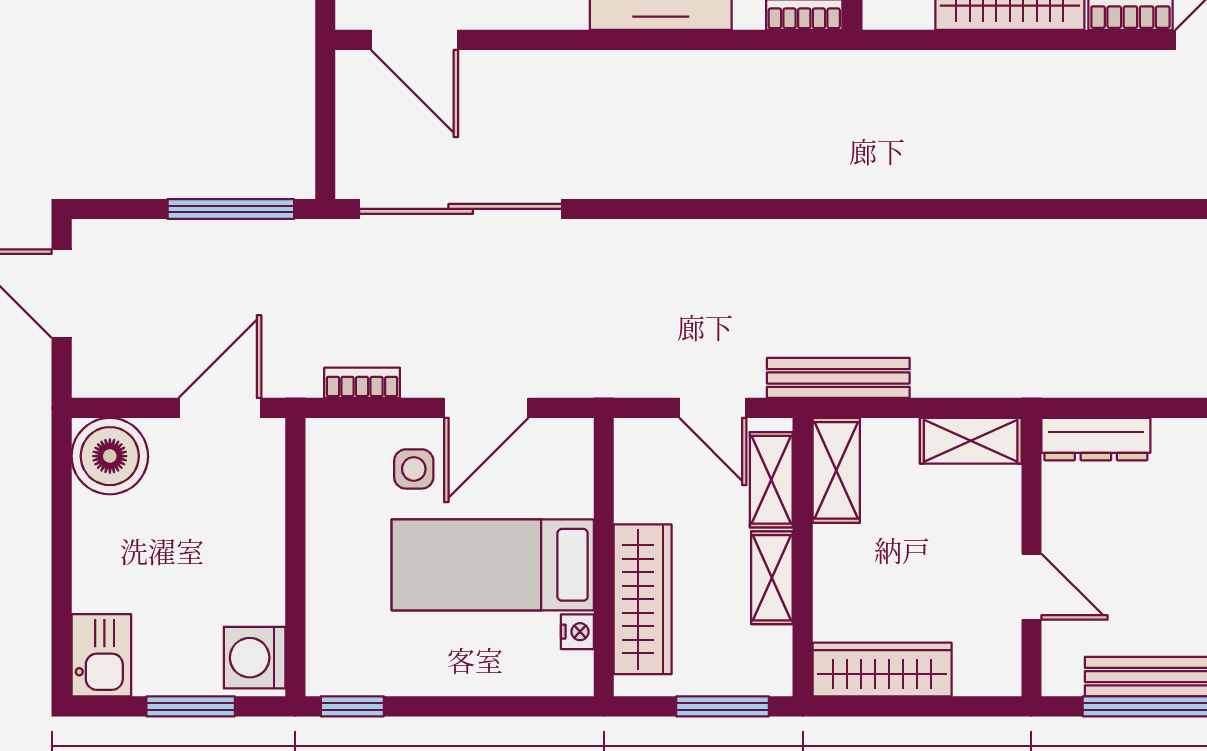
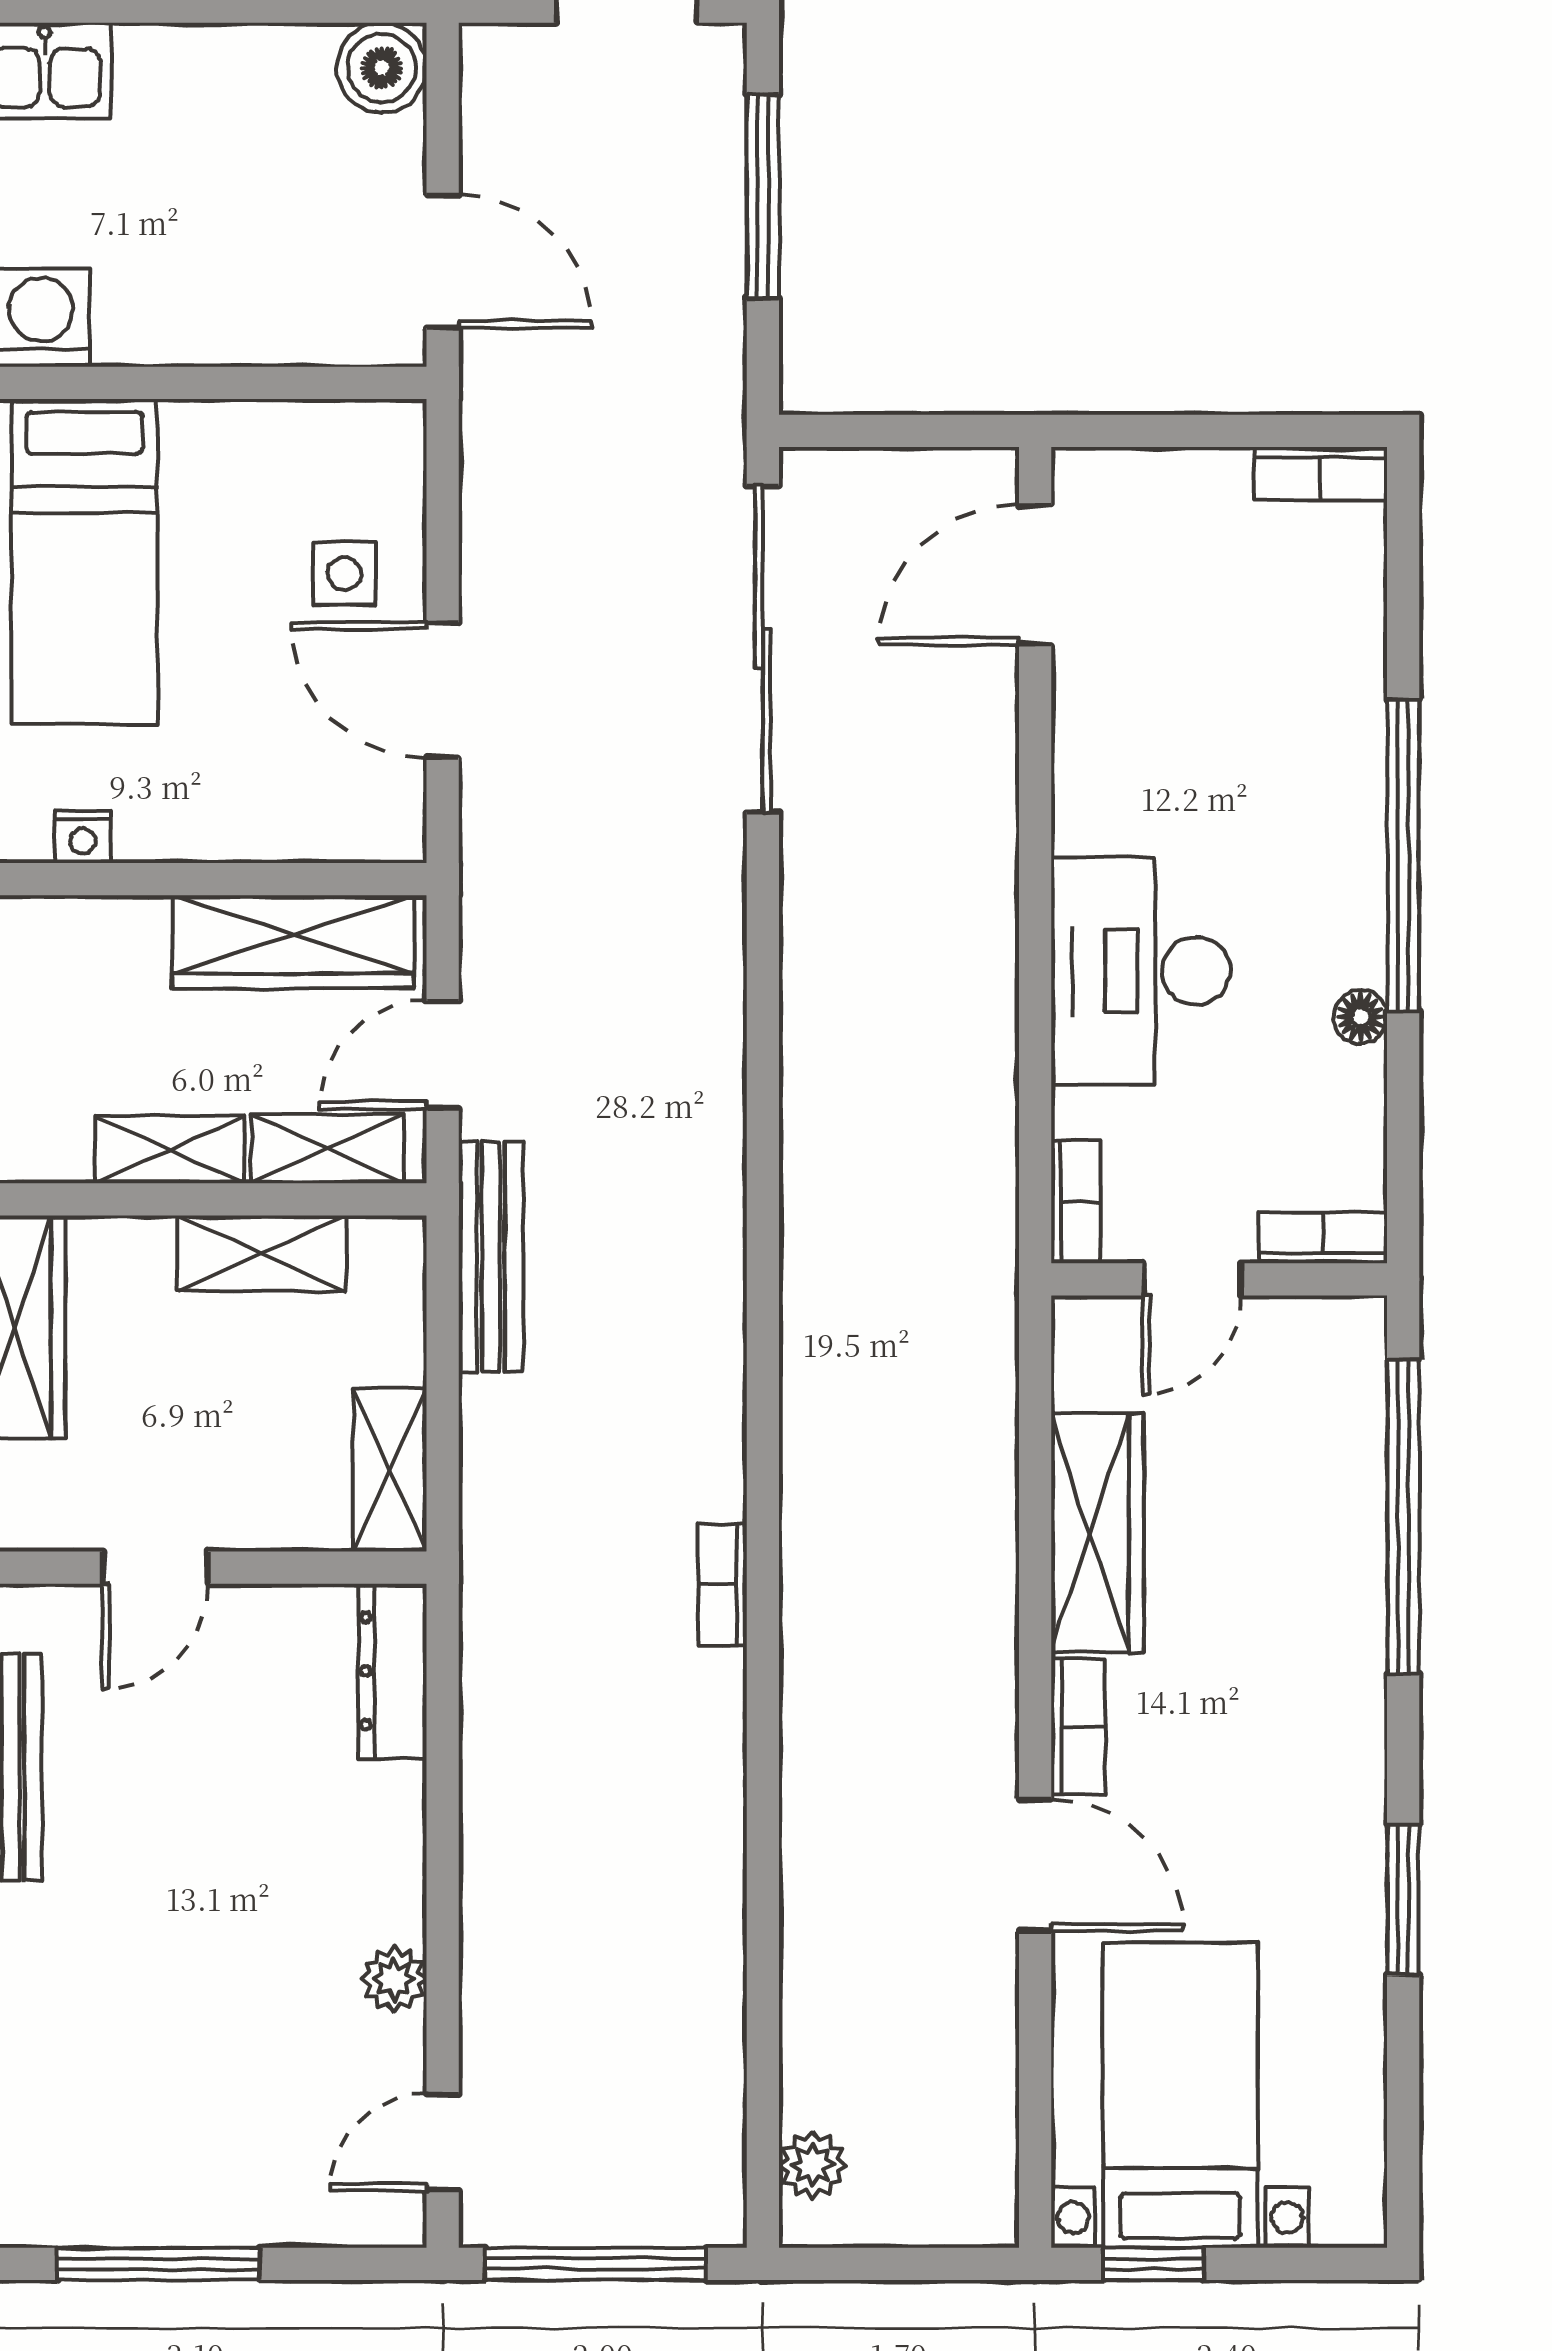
window: (231, 209) -> (763, 196), moved
bookcase: (362, 383) -> (723, 1584), moved, turned 180
boiler: (110, 456) -> (382, 68), width x0.73, depth x0.73
shelving: (836, 470) -> (262, 1253), moved
bed: (493, 565) -> (84, 562), moved, turned 180
wardrobe: (643, 599) -> (293, 942), moved

